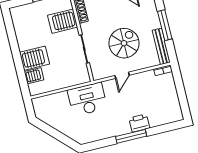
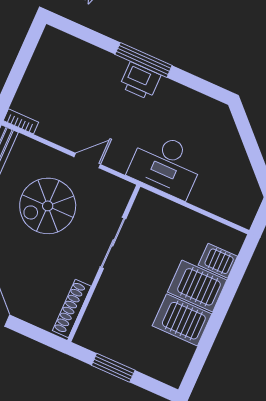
server rack: (63, 21) -> (182, 320), moved, turned 180
printer: (139, 123) -> (140, 81), moved

